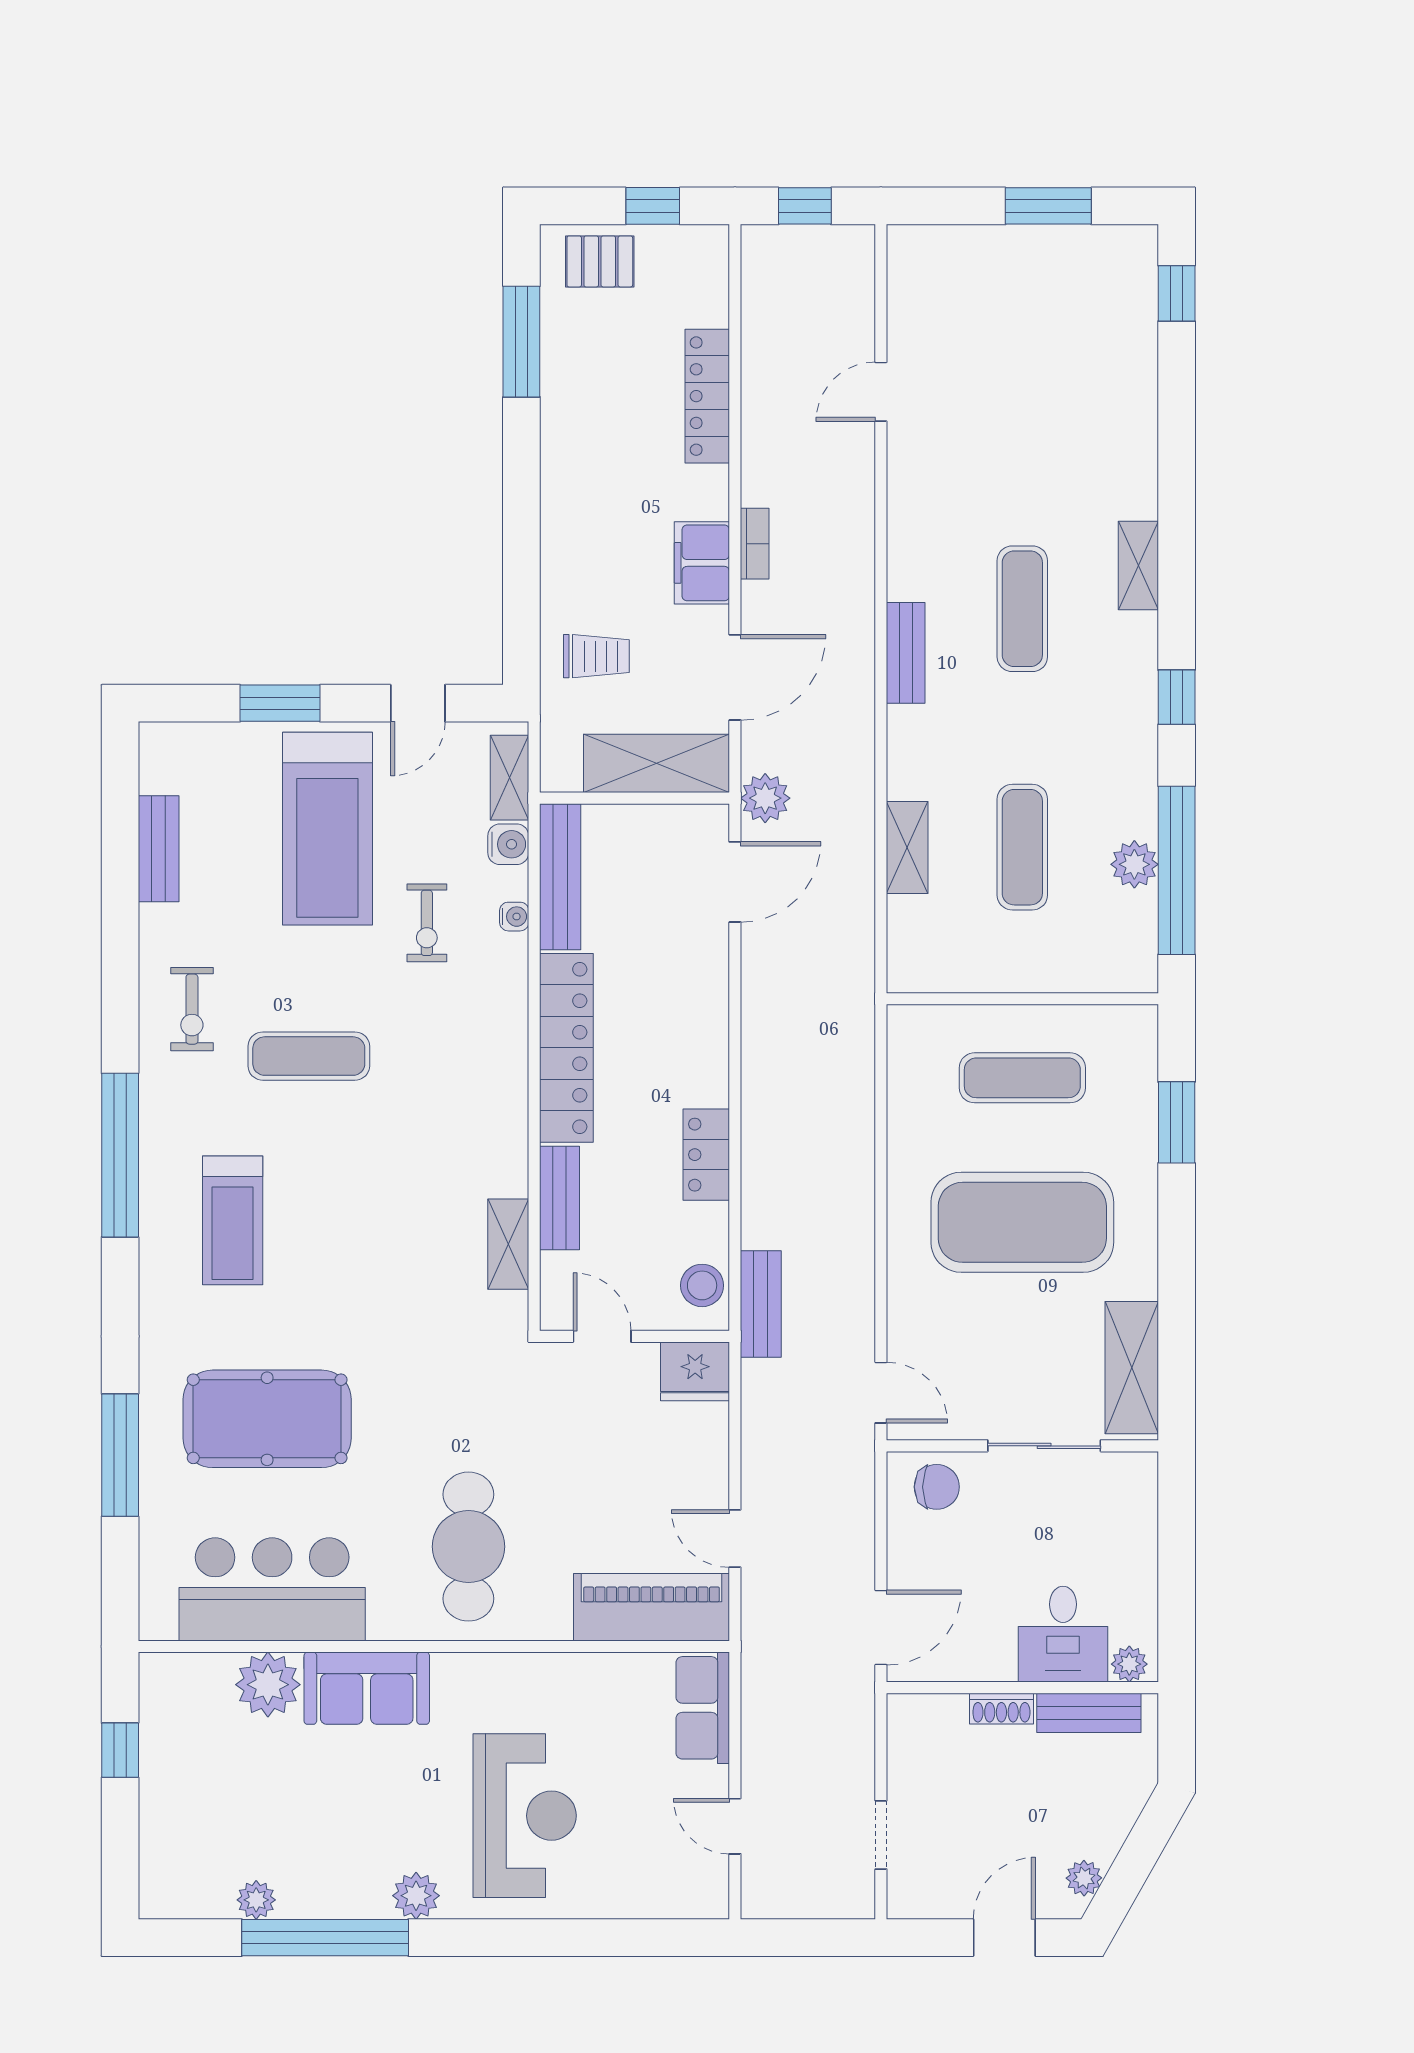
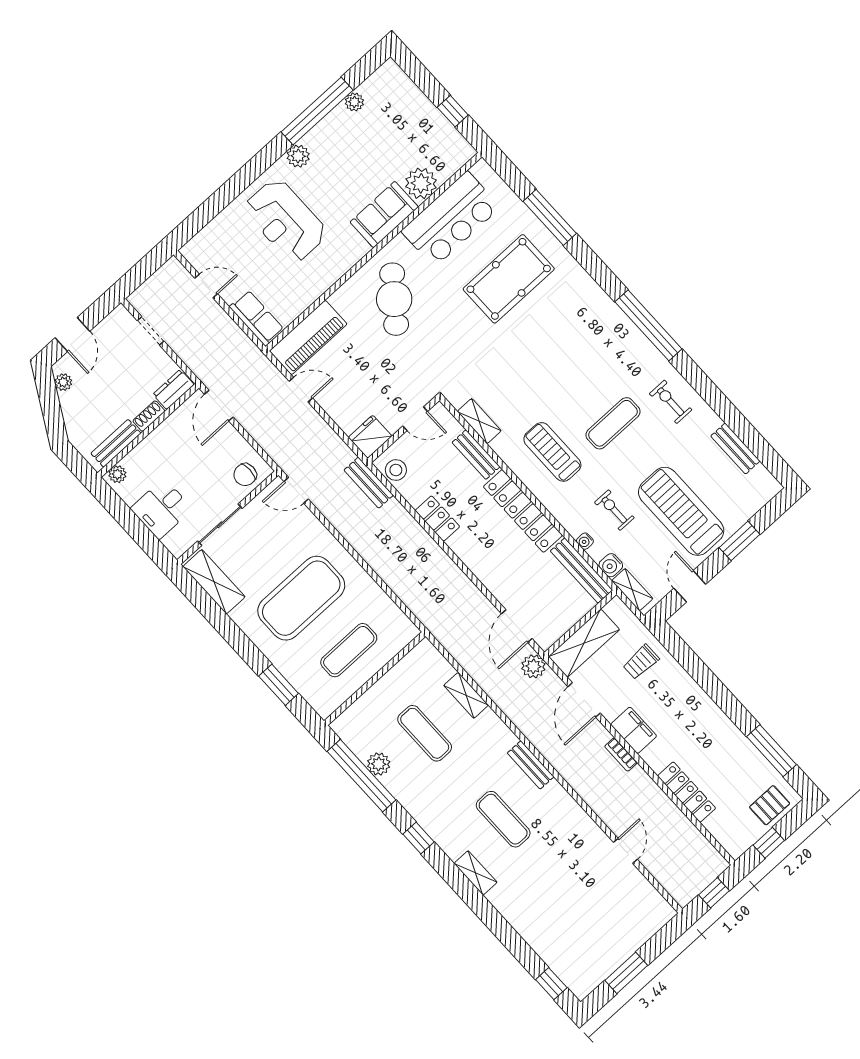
treadmill: (233, 1220) -> (552, 452), moved
cafe table: (468, 1547) -> (394, 299), turned 38
desk: (1063, 1634) -> (161, 509), moved, turned -90
dresser: (927, 1715) -> (173, 389), added

